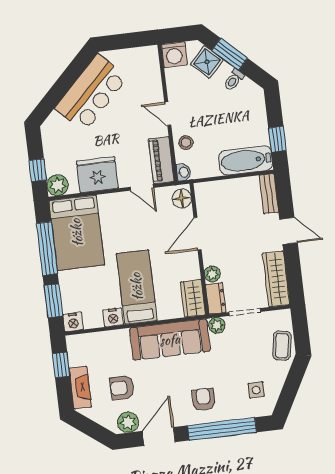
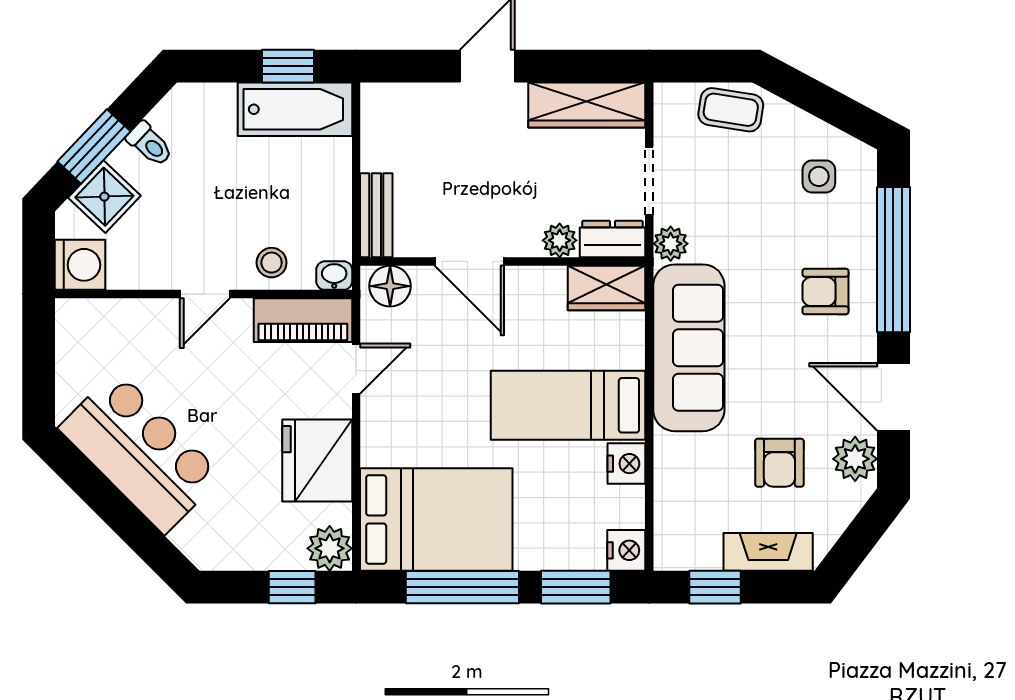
bathtub: (246, 160) -> (295, 109), moved, turned -90
bench: (269, 194) -> (376, 215), moved, turned 90

